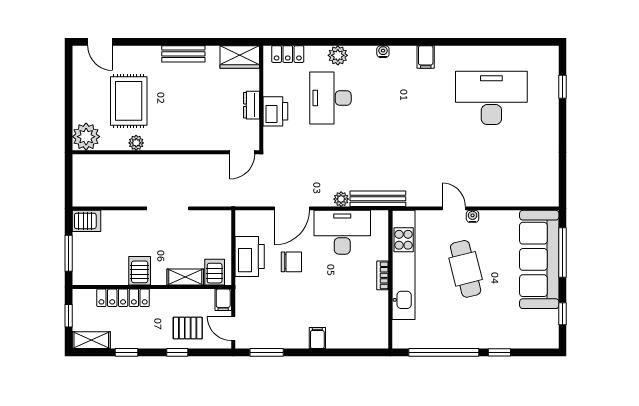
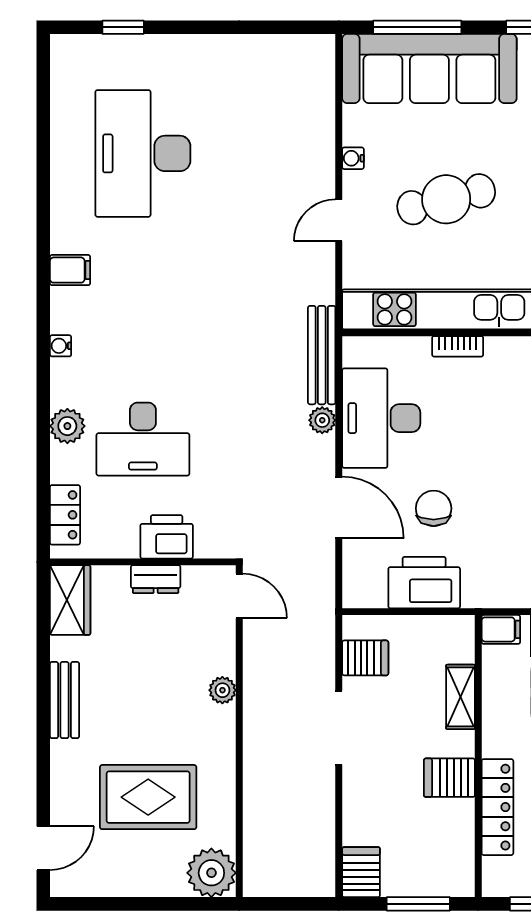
plant: (136, 143) -> (222, 690), moved
water cooler: (473, 216) -> (353, 158), moved
server rack: (215, 272) -> (365, 658), moved, turned 180

